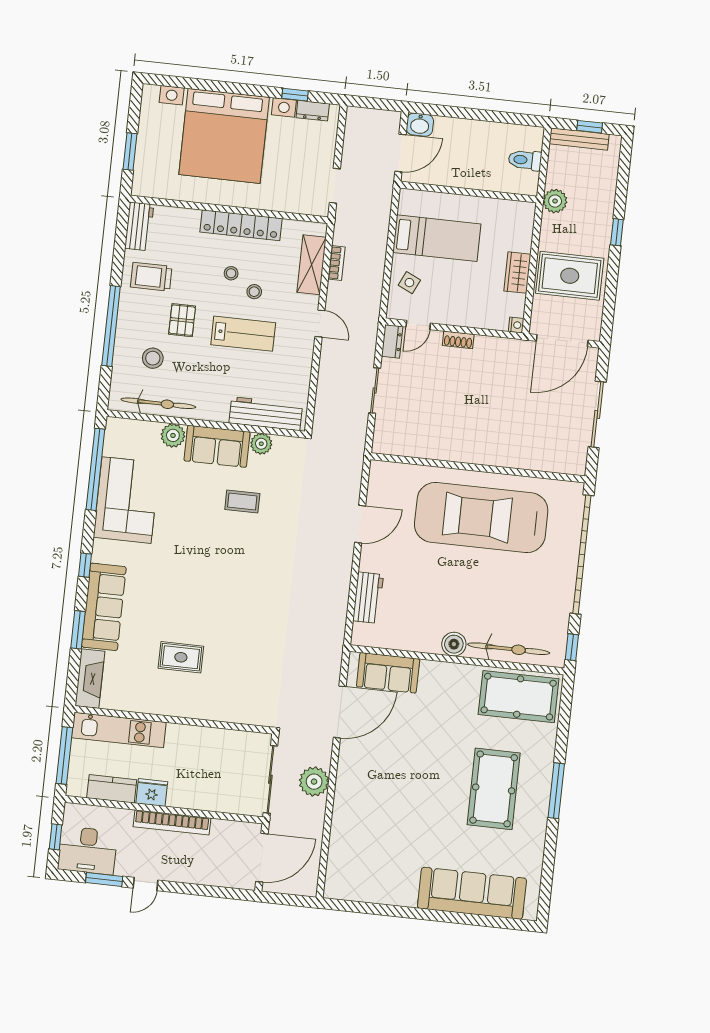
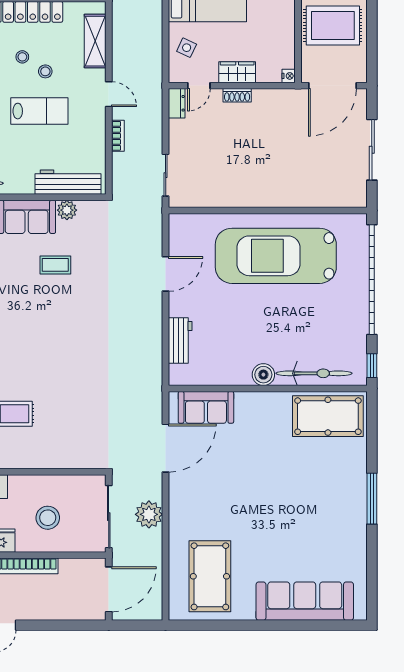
bookcase: (336, 263) -> (118, 136), moved
wardrobe: (517, 273) -> (237, 72), moved, turned 90
sliding door: (375, 391) -> (166, 175), moved
stool: (204, 773) -> (48, 518), added
pool table: (494, 789) -> (210, 576), moved

